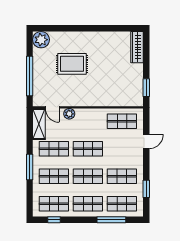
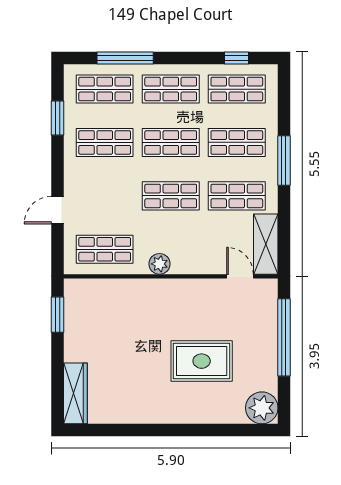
plant: (69, 114) -> (160, 264), moved

